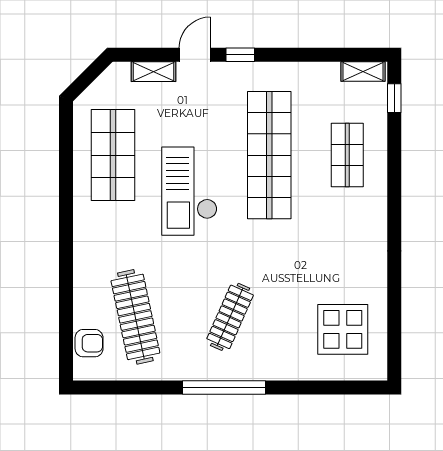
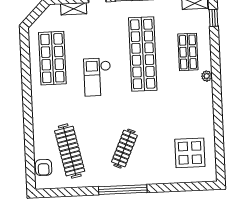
checkout: (189, 191) -> (98, 77), width x0.73, depth x0.83
plant: (378, 198) -> (207, 76), added
armchair: (89, 343) -> (44, 167), turned 90

